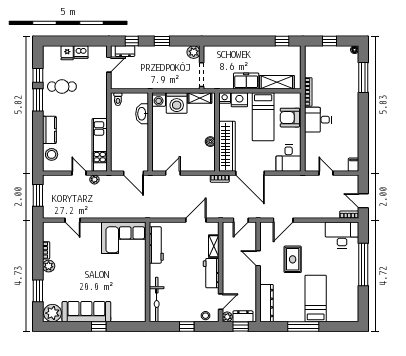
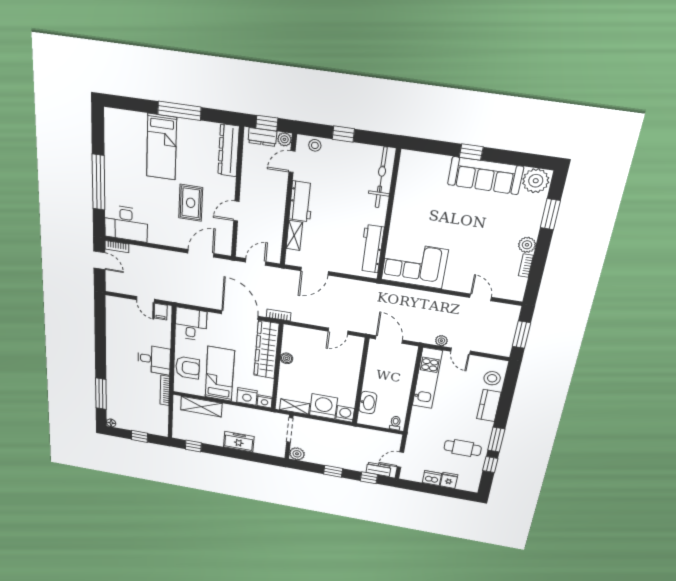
freezer: (246, 81) -> (239, 442), moved, turned 180
filing cabinet: (354, 165) -> (161, 312), moved
door: (258, 258) -> (236, 211), swing flipped

